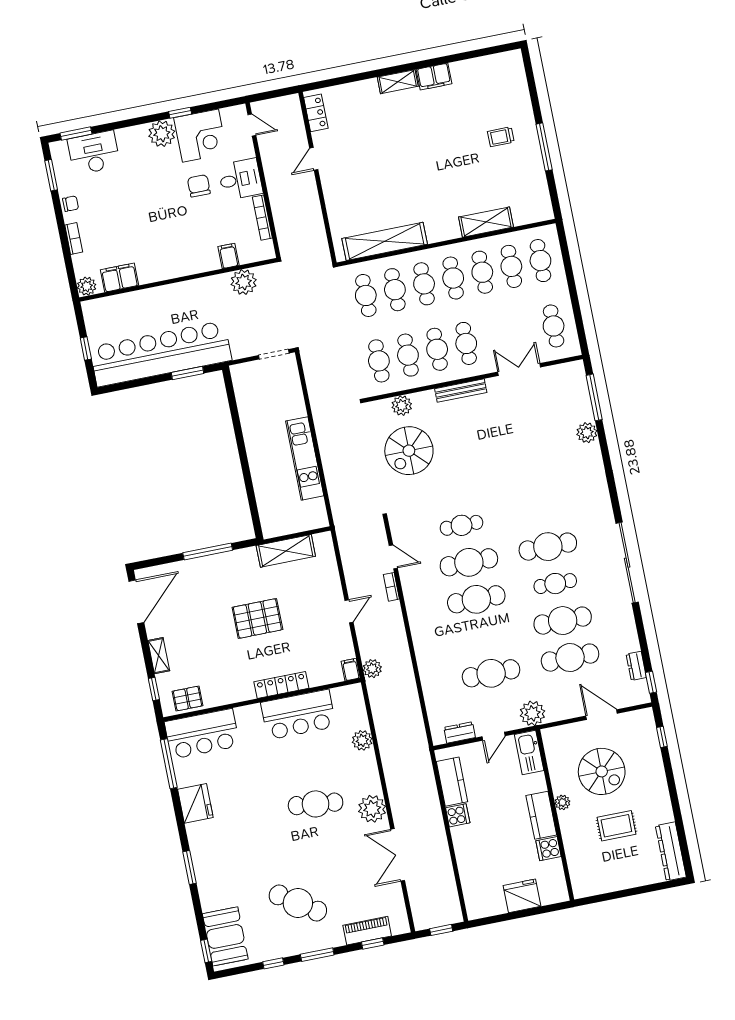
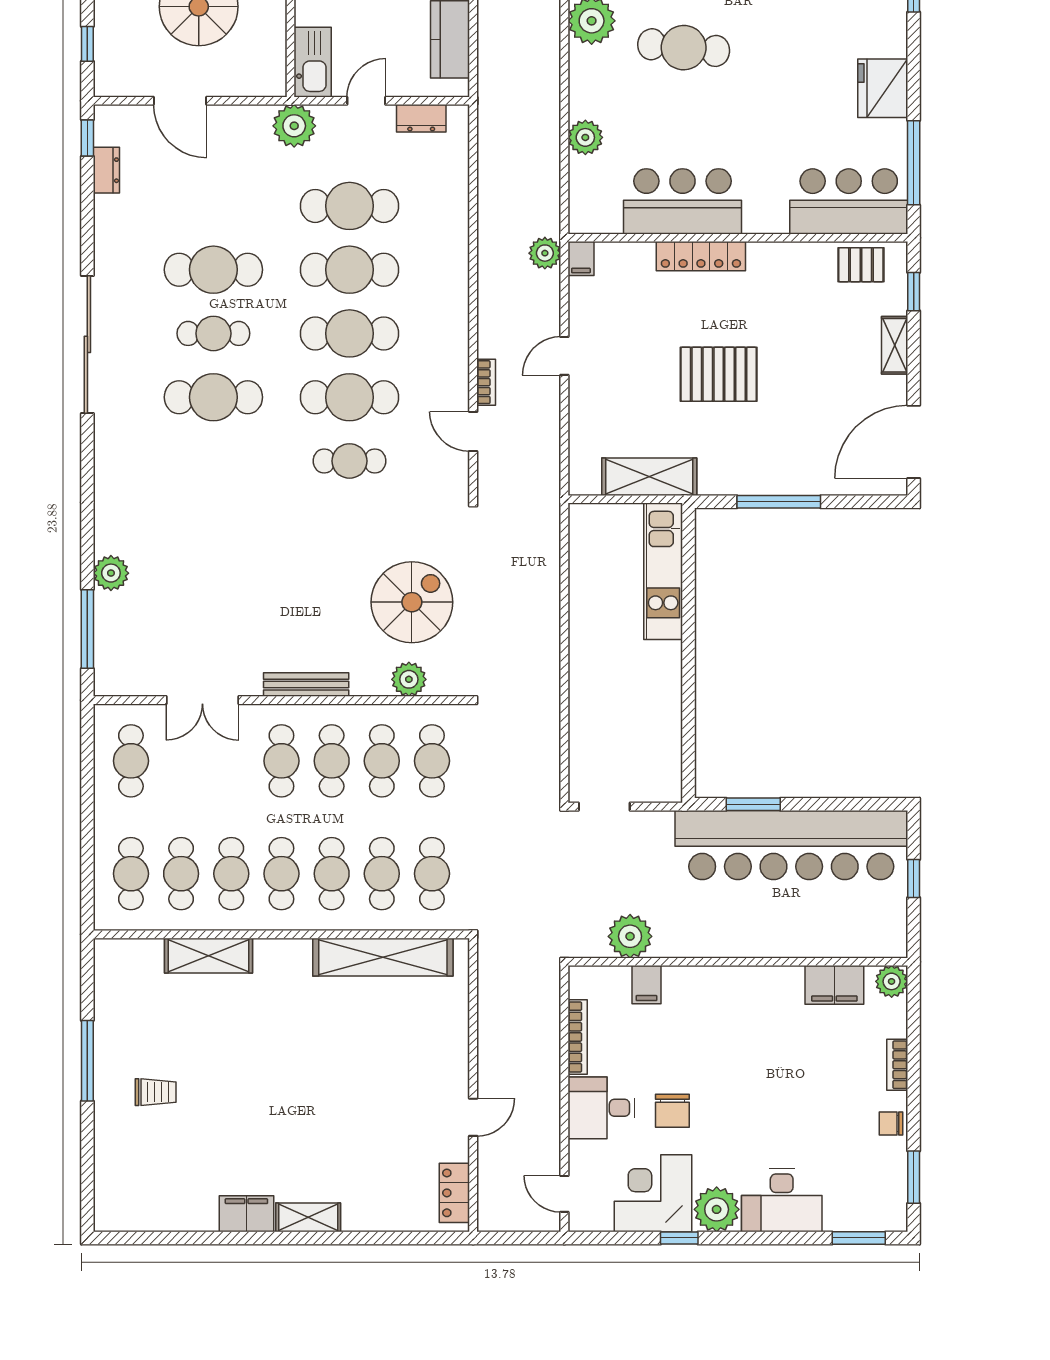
desk: (94, 153) -> (782, 1200), moved
kitchen unit: (305, 458) -> (663, 571), moved, turned 180
cafe table: (570, 658) -> (350, 270), moved

